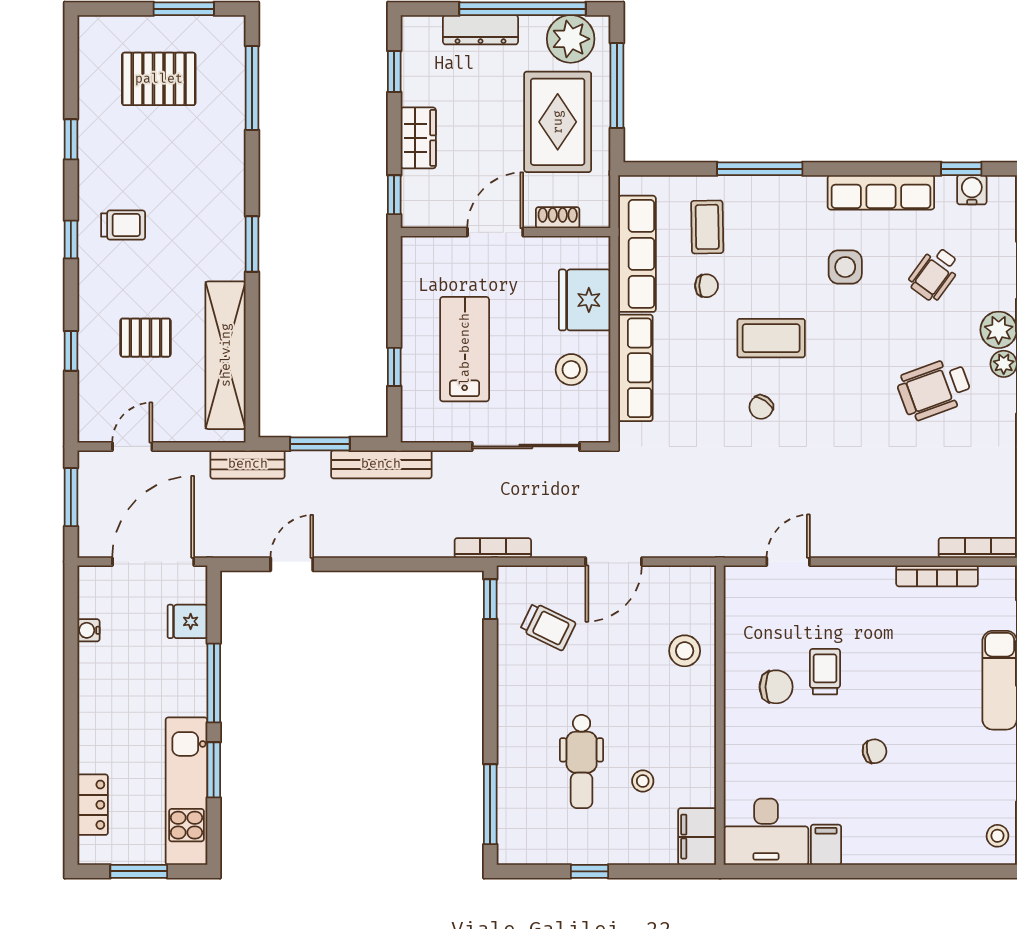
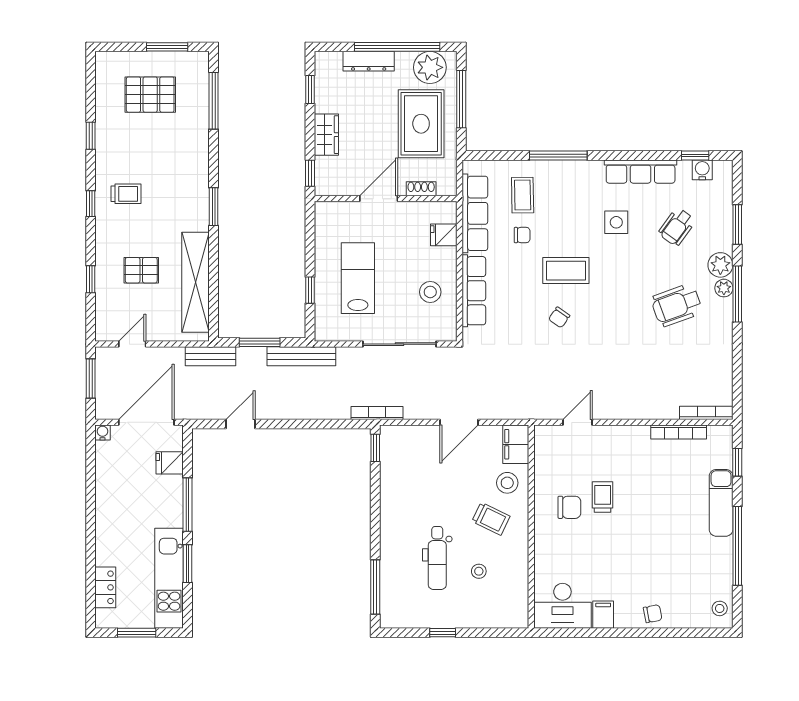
fridge: (585, 300) -> (444, 235), width x0.53, depth x0.75
trolley: (548, 627) -> (491, 519), moved
water cooler: (88, 630) -> (103, 432), moved, turned 90
chair: (874, 751) -> (653, 614), moved
filing cabinet: (697, 837) -> (516, 444), moved

